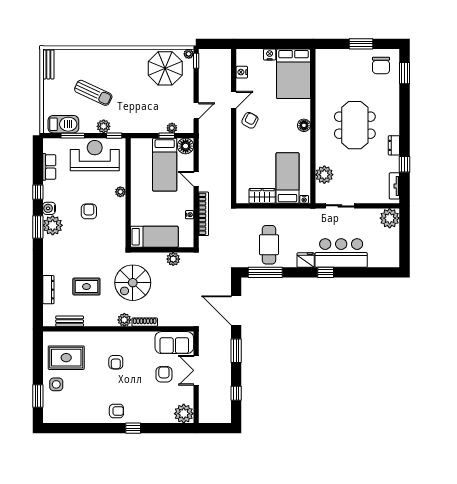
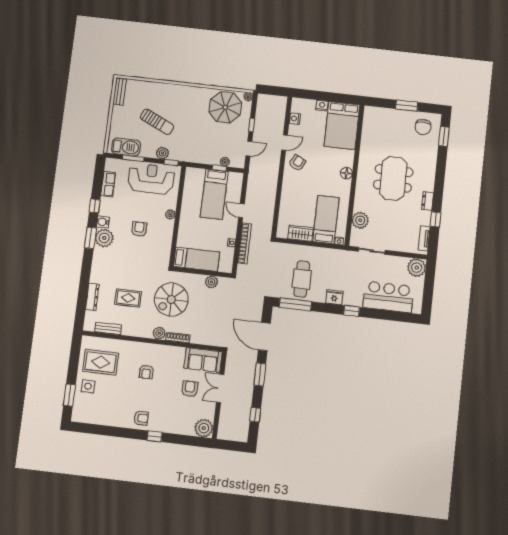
window: (196, 61) -> (252, 125), moved
floor lamp: (186, 146) -> (235, 180), removed
bar counter: (341, 253) -> (388, 297), moved

